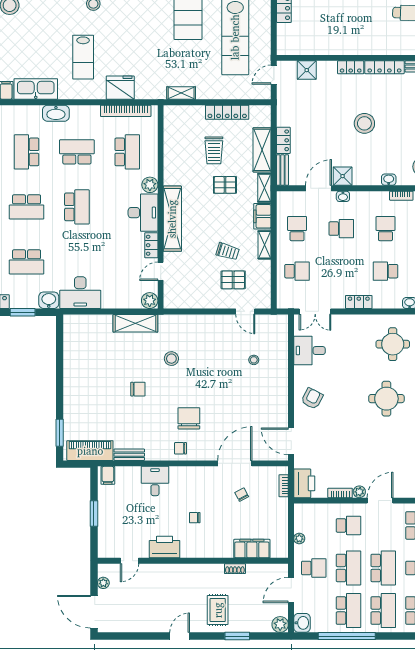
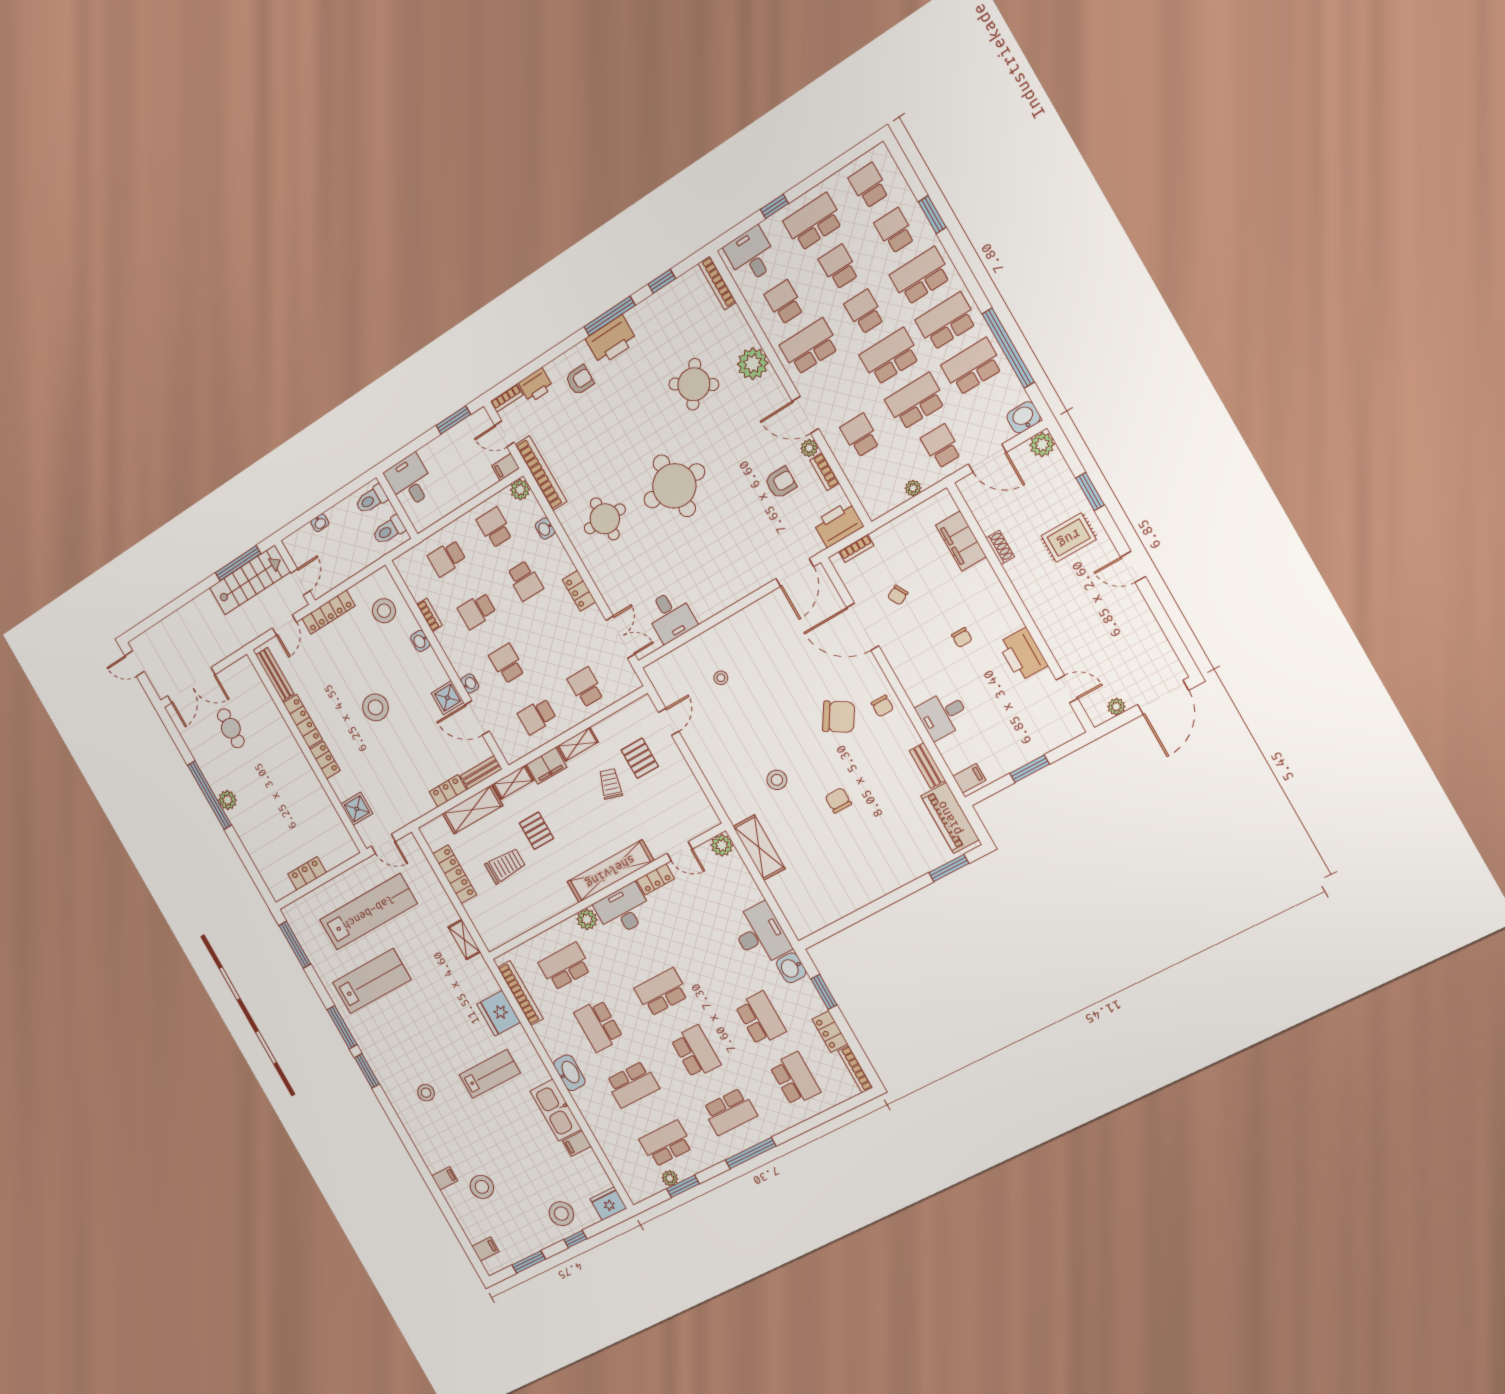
armchair: (312, 399) -> (781, 483), moved, turned 153
round table: (386, 399) -> (674, 486), width x1.36, depth x1.36
chair: (189, 418) -> (839, 717), turned -148

